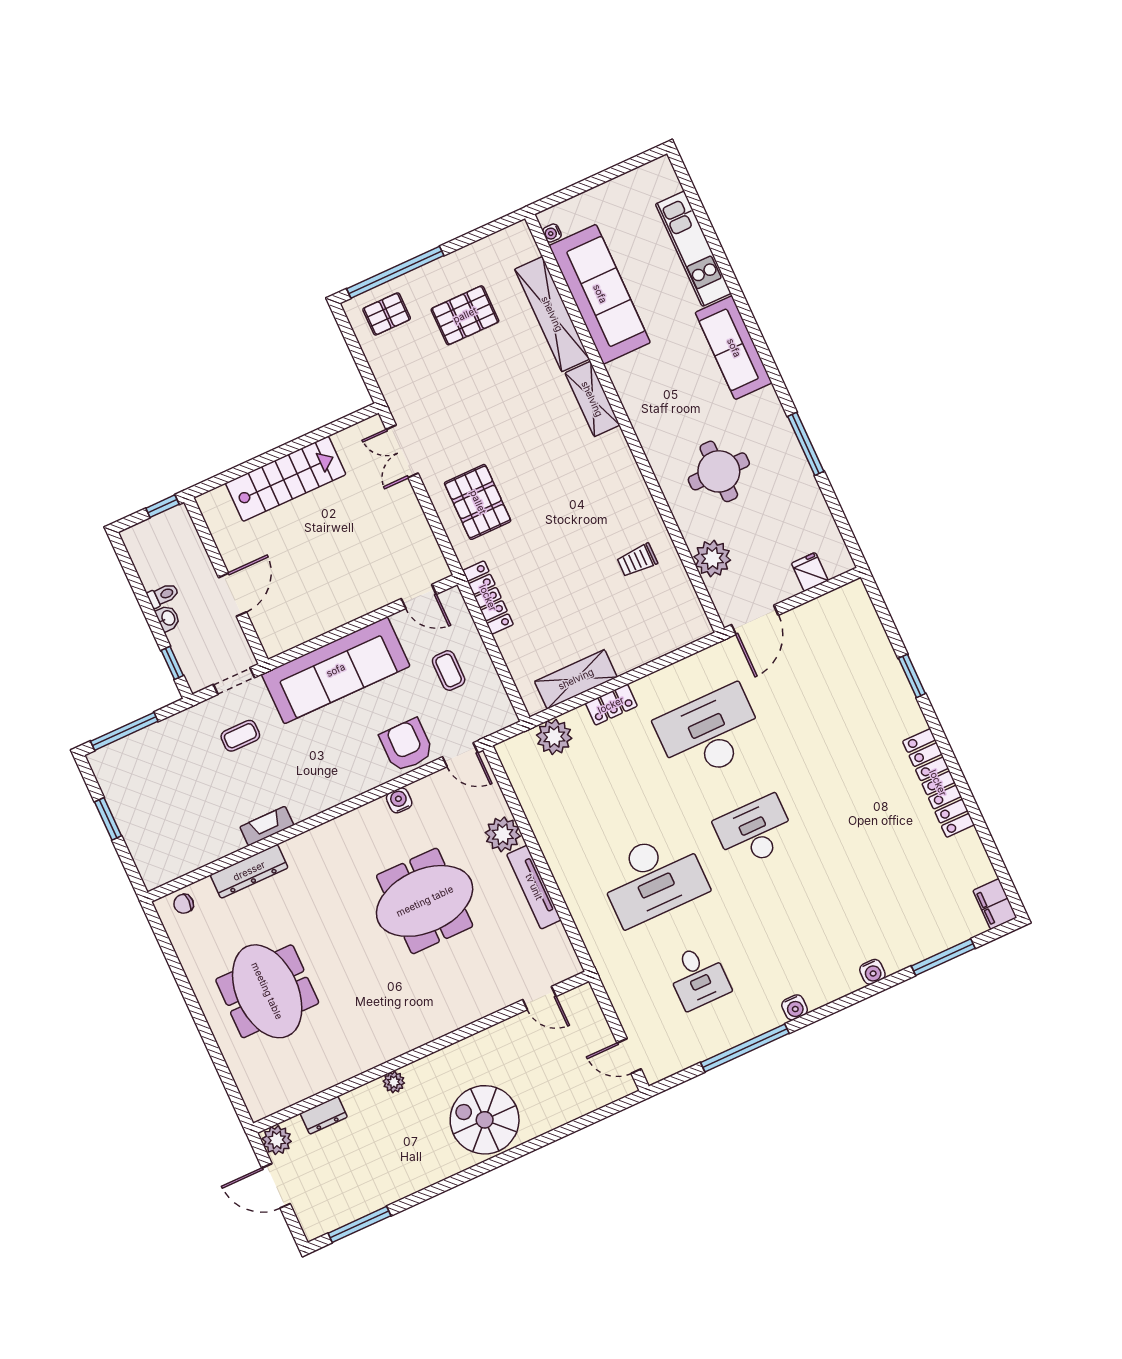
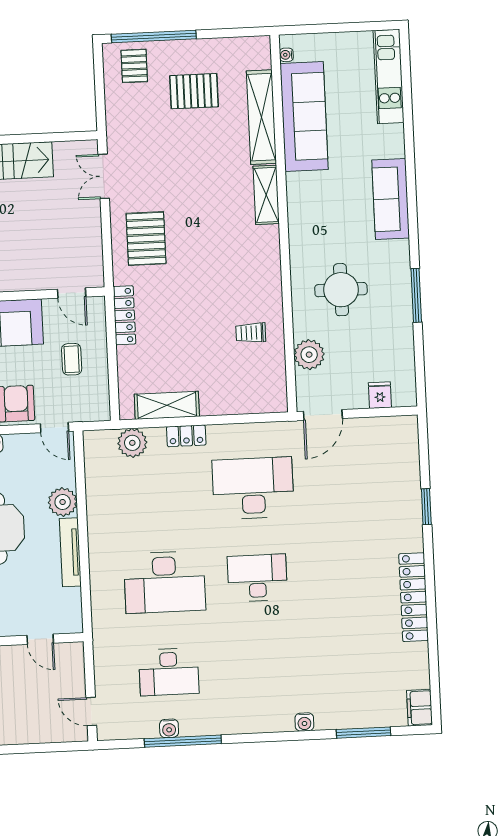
kitchen unit: (693, 249) -> (389, 76), moved
pallet: (387, 314) -> (134, 66), turned 90
desk: (698, 977) -> (169, 672), width x1.37
water cooler: (795, 1007) -> (169, 728), moved

